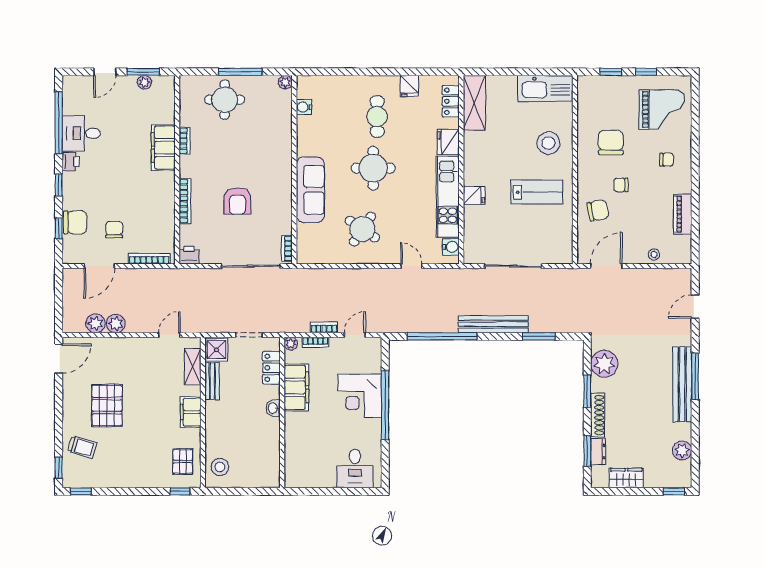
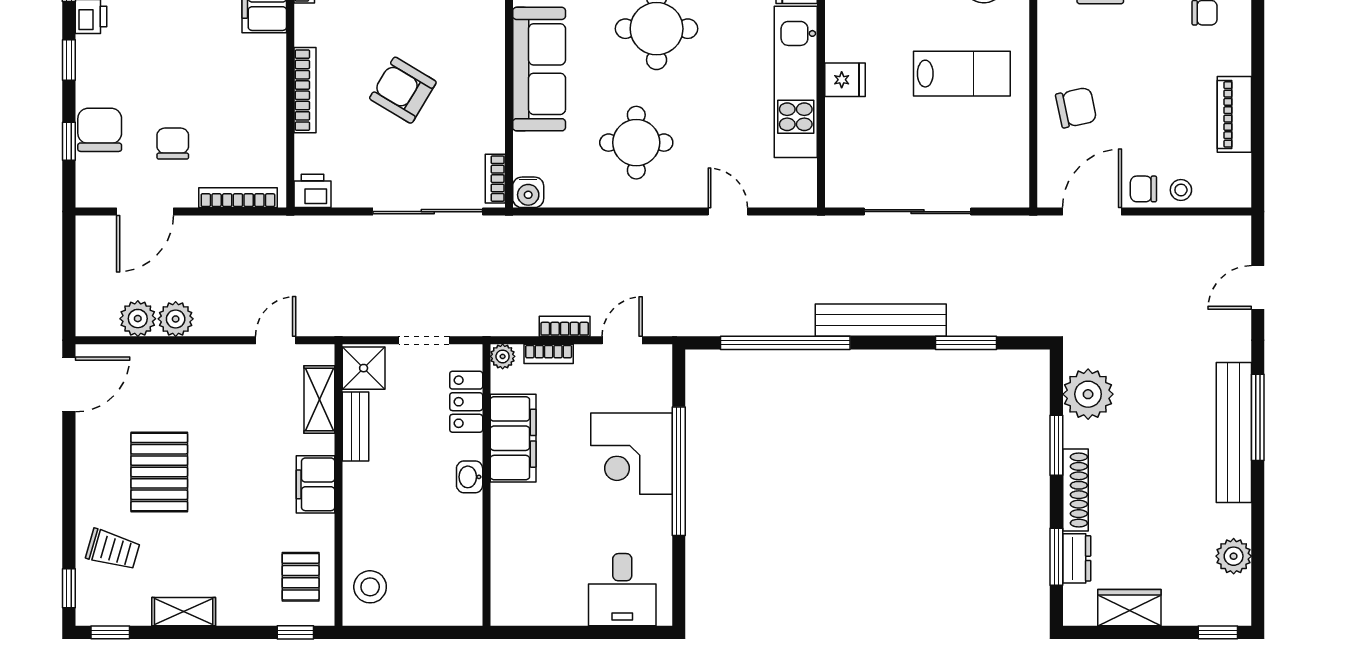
chair: (621, 185) -> (1143, 189), moved
armchair: (237, 201) -> (403, 90), turned 121
chair: (75, 222) -> (100, 130), turned -90
round table: (362, 229) -> (636, 143), turned -34
water cooler: (451, 247) -> (528, 192), moved, turned 90
shelving: (120, 480) -> (184, 612), added

